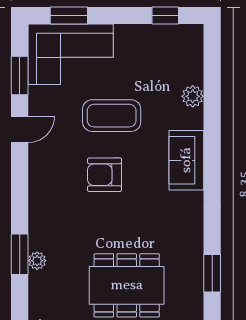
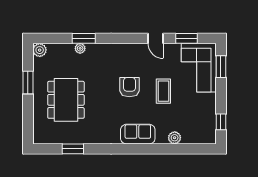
coffee table: (112, 116) -> (163, 91), width x0.73, depth x0.76

